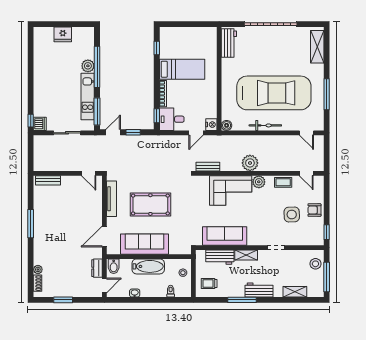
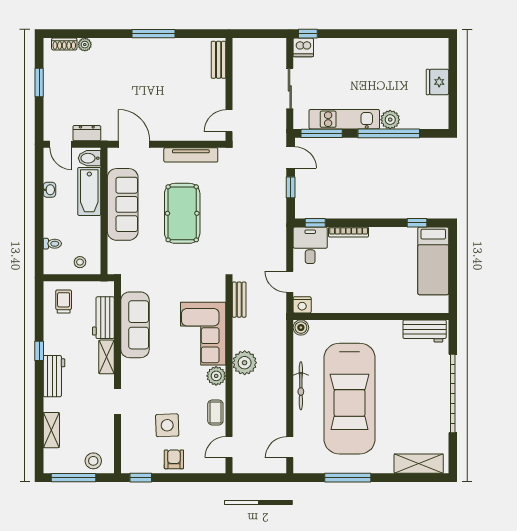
bed: (182, 69) -> (433, 261), moved
bathtub: (148, 266) -> (89, 191), moved
window: (242, 300) -> (39, 351), width x0.46

